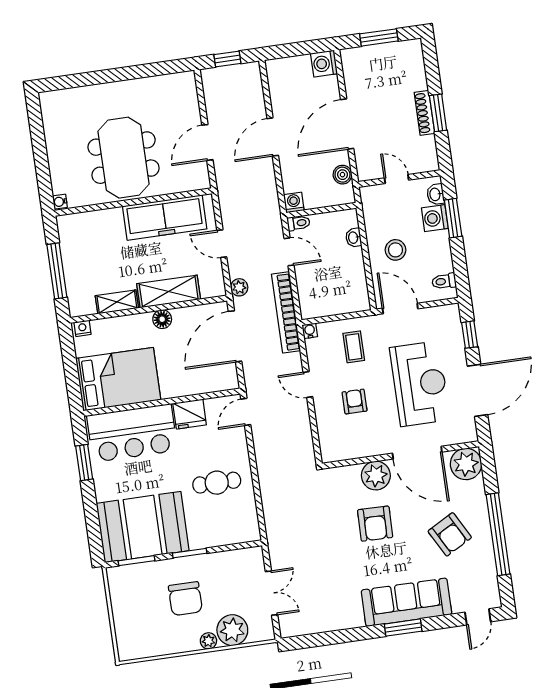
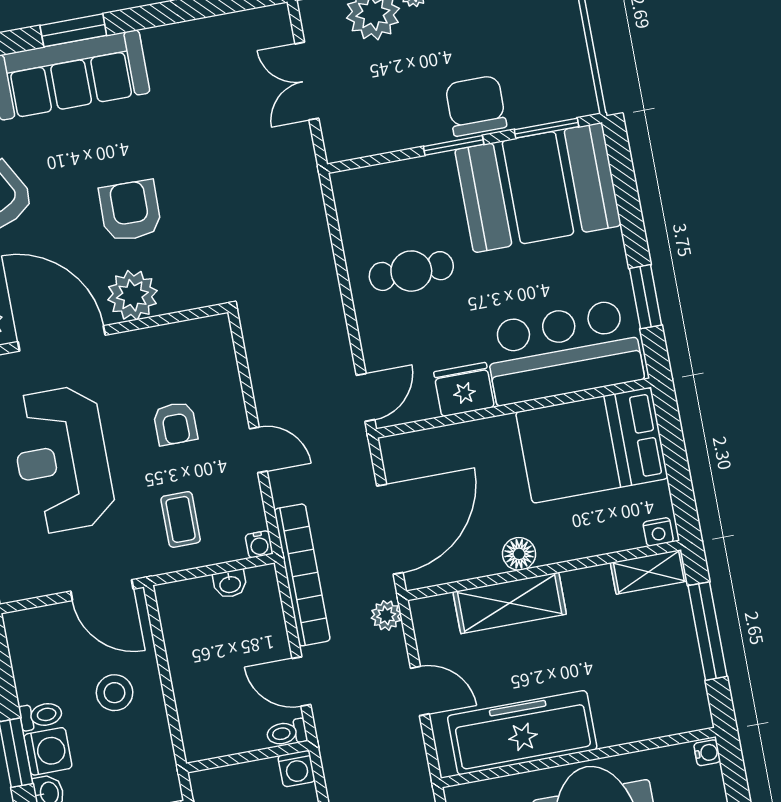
washbasin: (354, 238) -> (230, 584), moved, turned 90
toilet: (444, 281) -> (41, 715), moved
shelving: (117, 302) -> (649, 572), moved
chair: (185, 599) -> (476, 106), moved

